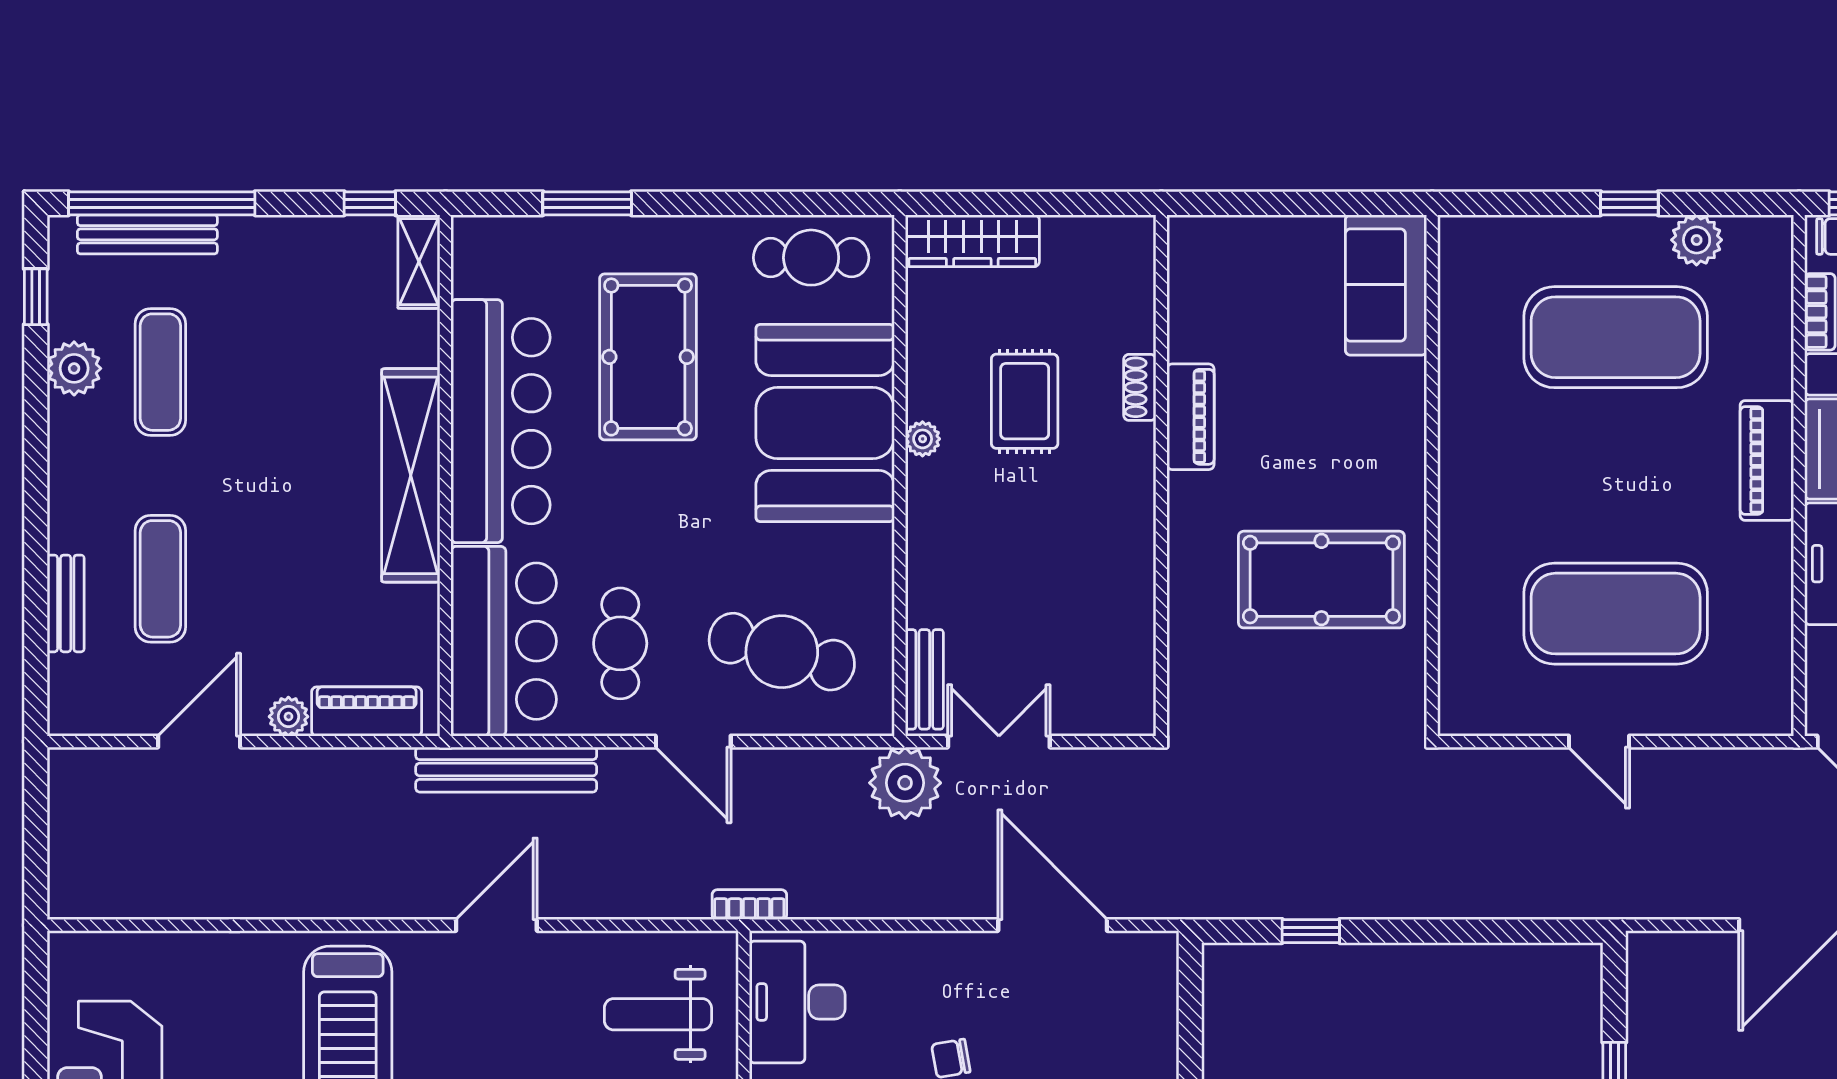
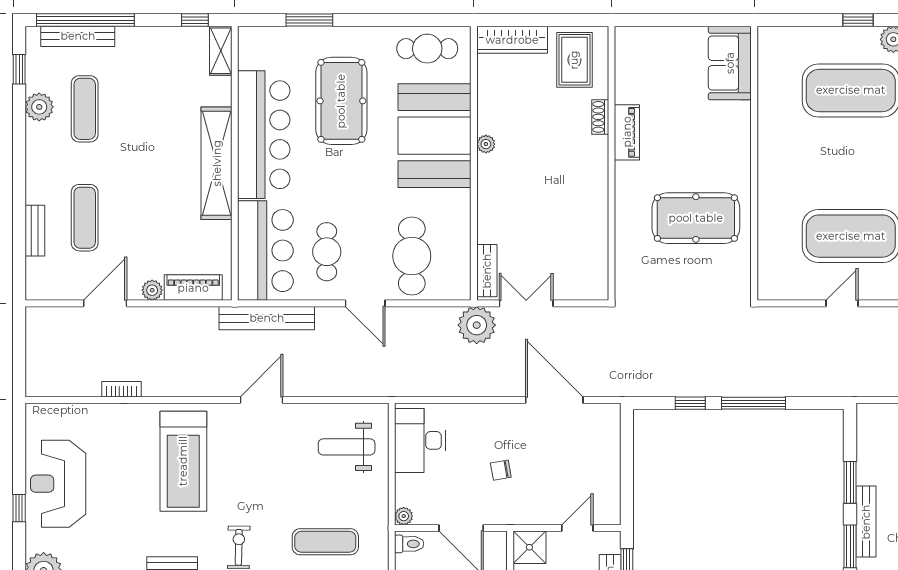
rug: (1025, 401) -> (574, 60), moved
cafe table: (782, 652) -> (412, 256), turned 75
door: (1599, 742) -> (842, 303), swing flipped
bookcase: (749, 905) -> (121, 389), moved
window: (1431, 931) -> (754, 403), added

